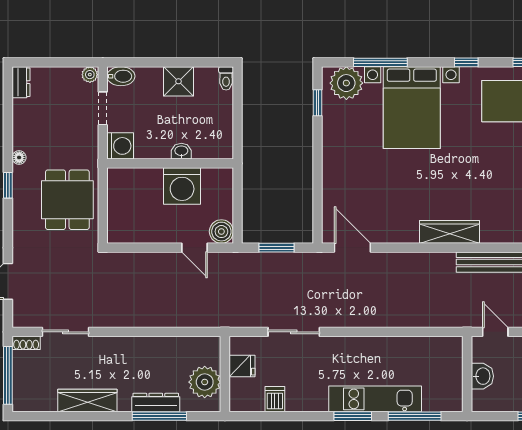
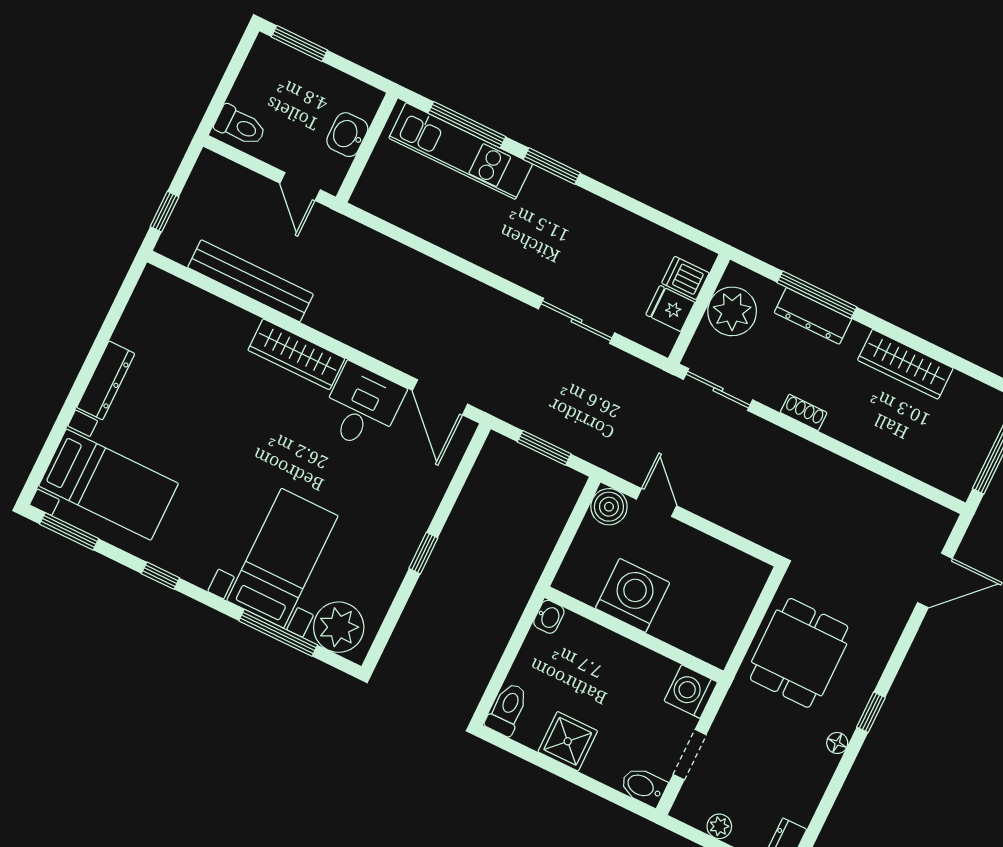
plant: (90, 75) -> (719, 826), moved
toilet: (226, 78) -> (507, 709), width x1.37, depth x1.39
window: (318, 103) -> (423, 553), moved
bed with nightstands: (412, 108) -> (282, 558), width x0.73
washbasin: (181, 151) -> (549, 617), moved, turned -90
desk: (396, 220) -> (362, 407), added
sliding door: (65, 332) -> (718, 390), moved
shoe rack: (26, 343) -> (804, 412), moved
dishwasher: (275, 399) -> (685, 278), moved, turned 90
kitchen unit: (375, 399) -> (461, 151), moved

